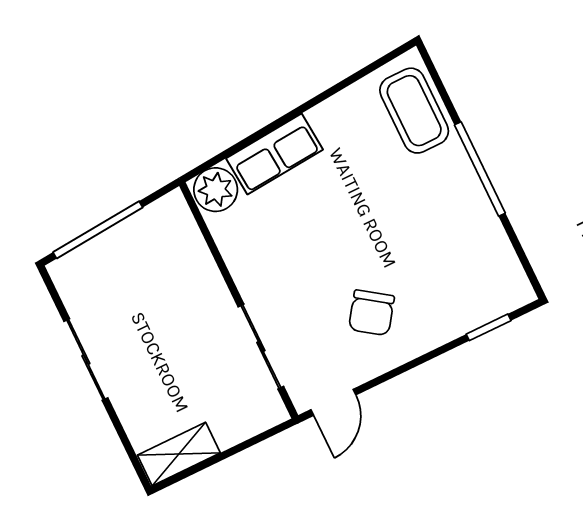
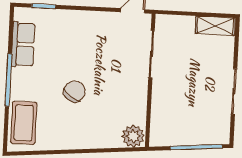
row of seats: (274, 154) -> (23, 44), moved, turned 95
chair: (371, 313) -> (74, 91), moved

